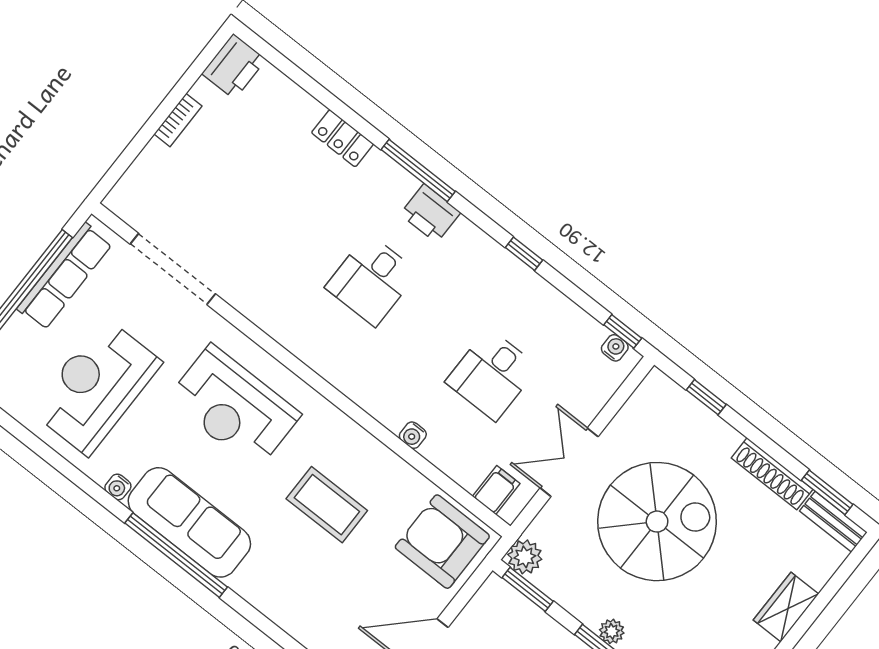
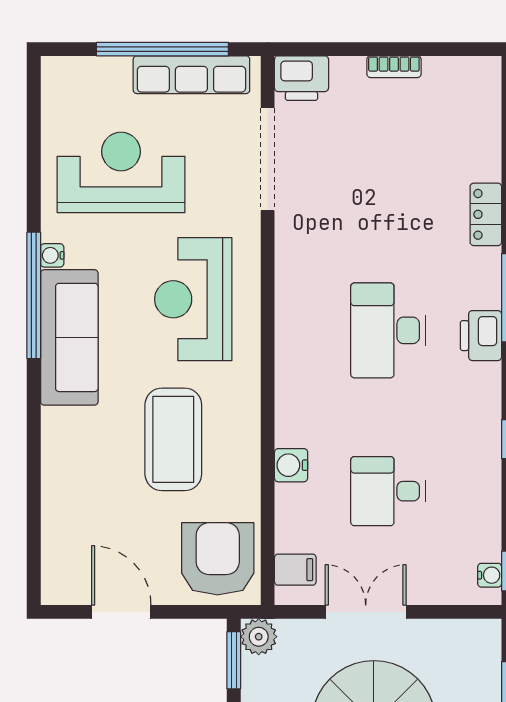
printer: (234, 67) -> (301, 78), moved
desk: (372, 280) -> (388, 330), width x1.37
water cooler: (413, 435) -> (291, 465), width x1.38, depth x1.38
coffee table: (327, 505) -> (173, 439), width x1.36, depth x1.32
window: (176, 555) -> (34, 295), moved

